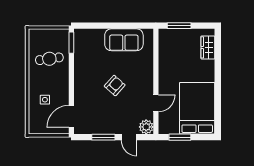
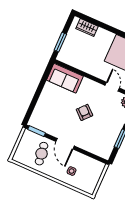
sofa: (124, 40) -> (65, 78), moved, turned 90
door: (71, 116) -> (65, 144), moved

